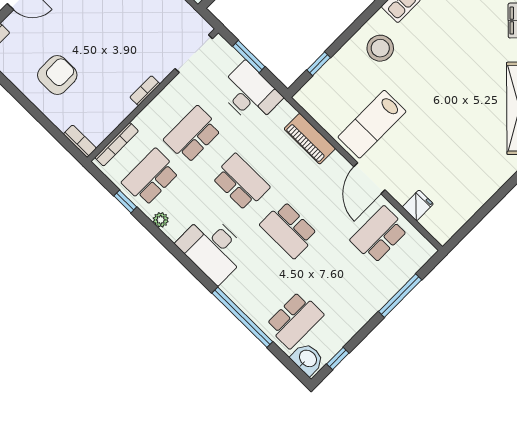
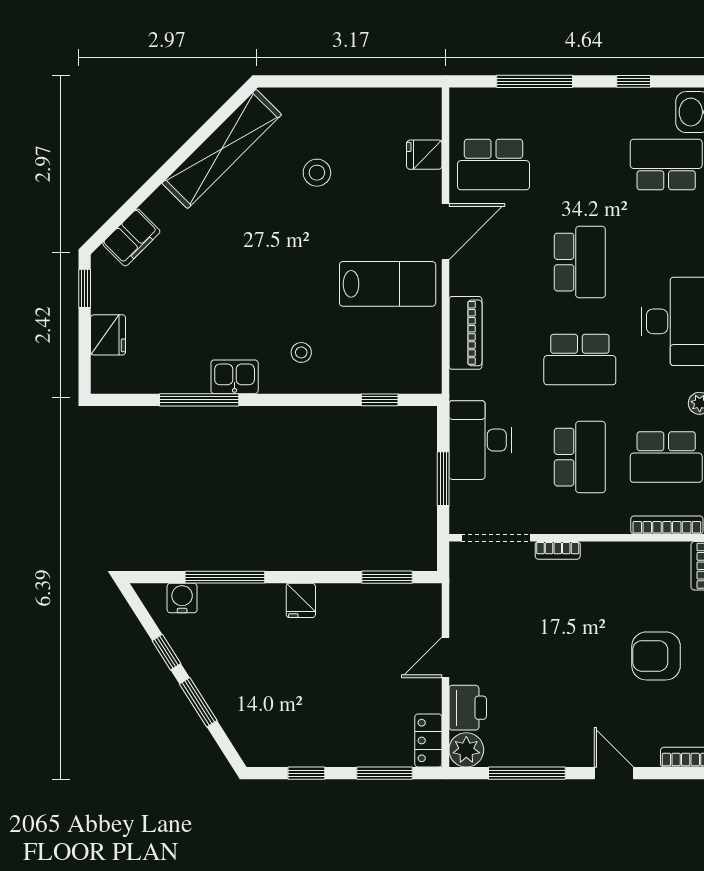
stool: (380, 48) -> (301, 352), width x0.53, depth x0.53
bookcase: (145, 91) -> (558, 550), moved
school desk: (193, 135) -> (580, 457), turned -90
stool: (461, 144) -> (317, 173), added
school desk: (241, 182) -> (580, 360), turned -90
window: (338, 358) -> (634, 81), moved

